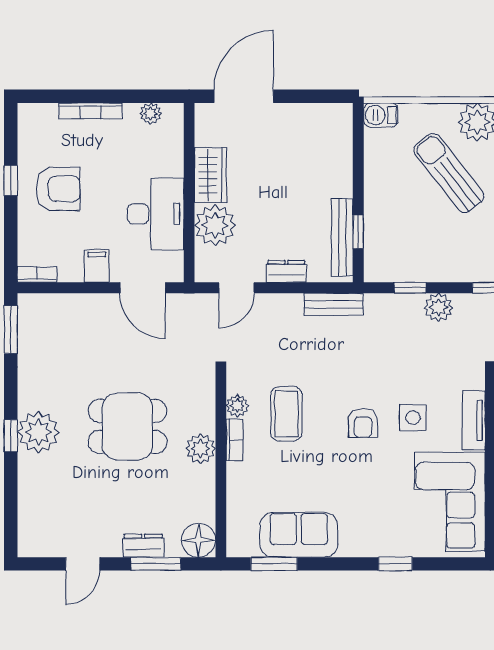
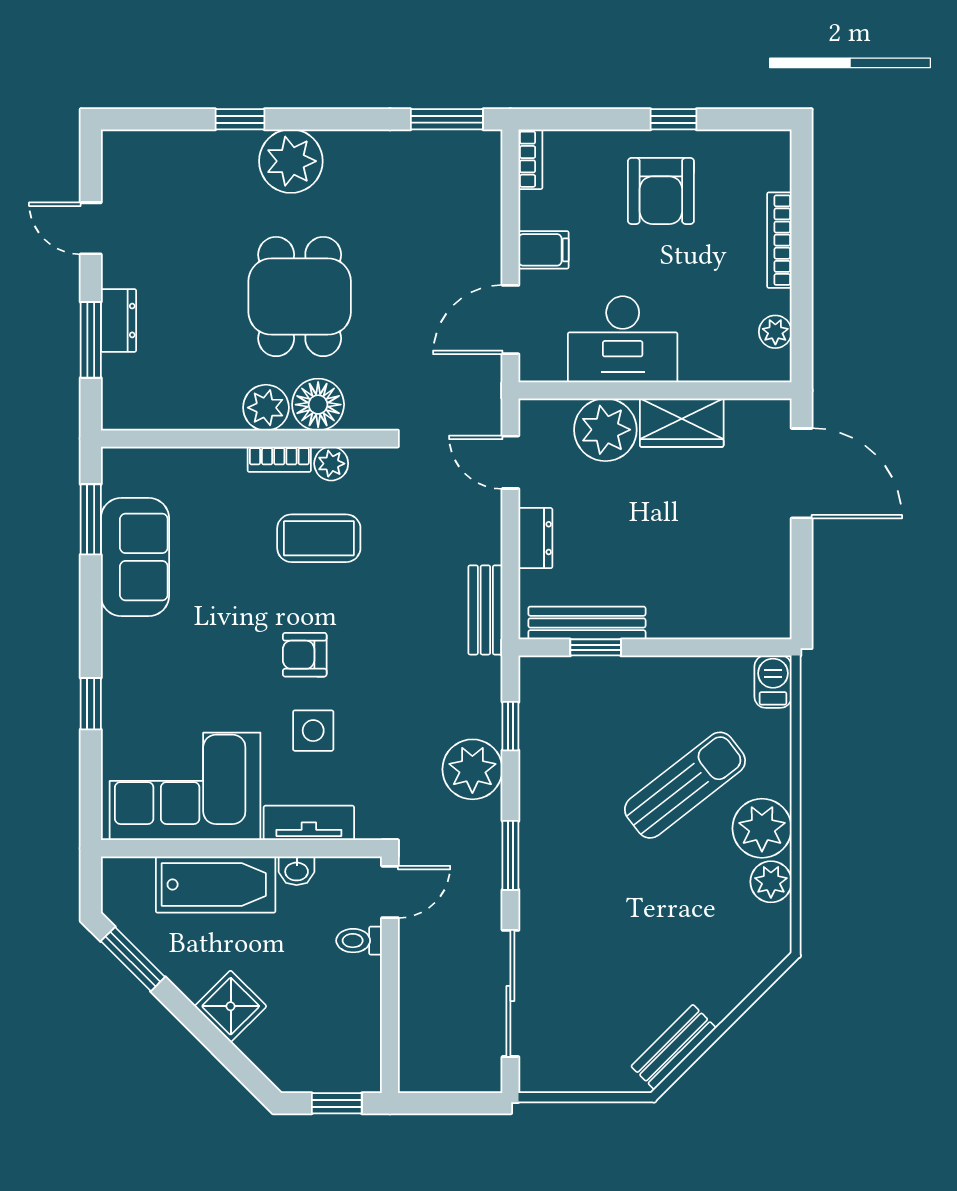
plant: (438, 307) -> (472, 769), width x1.36, depth x1.36
window: (11, 436) -> (240, 119), moved
floor lamp: (198, 540) -> (318, 405), moved

